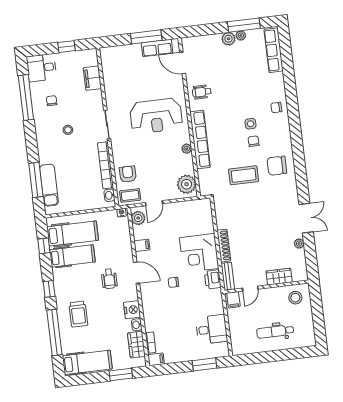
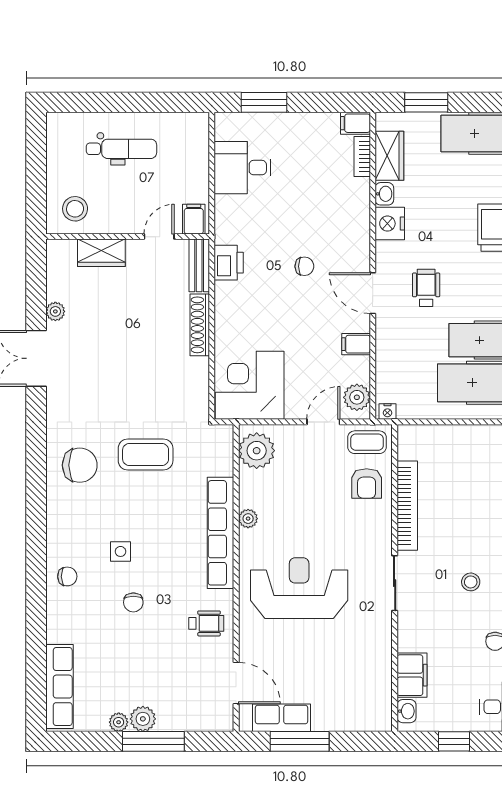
window: (244, 25) -> (153, 741), moved
chair: (254, 141) -> (133, 602), moved
washbasin: (109, 195) -> (407, 711), moved
corner desk: (199, 253) -> (250, 385), moved, turned -90

